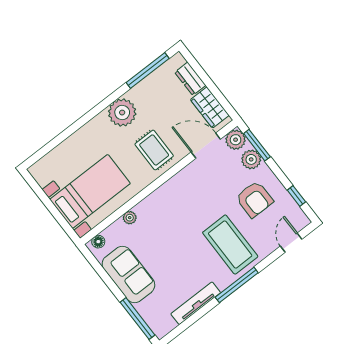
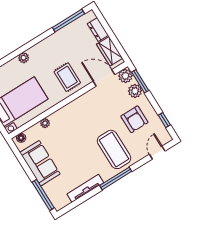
plant: (122, 113) -> (24, 58), moved, width x0.53, depth x0.53

